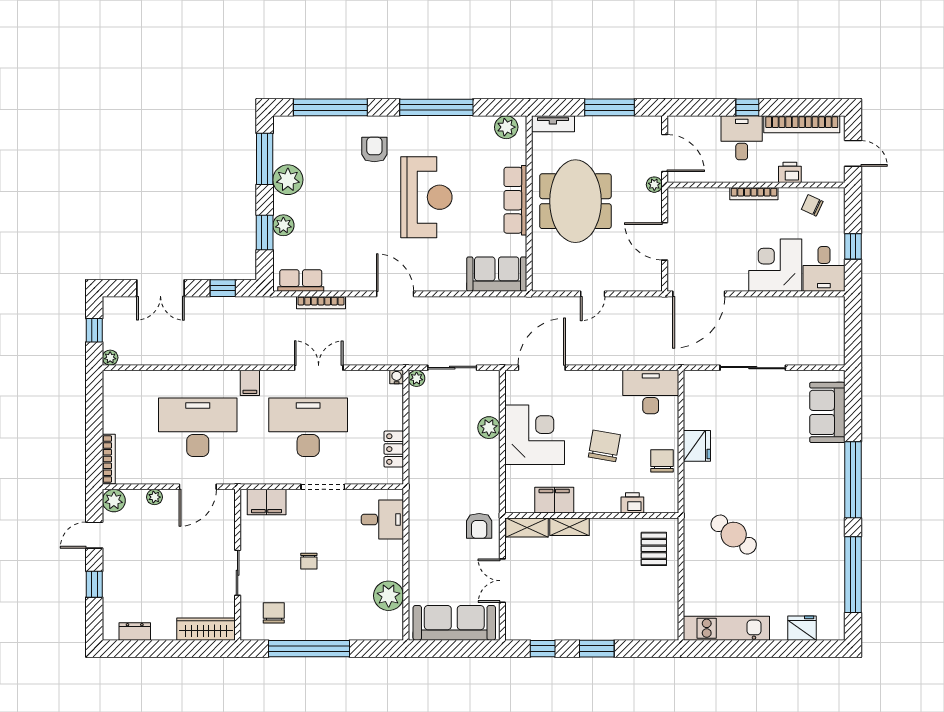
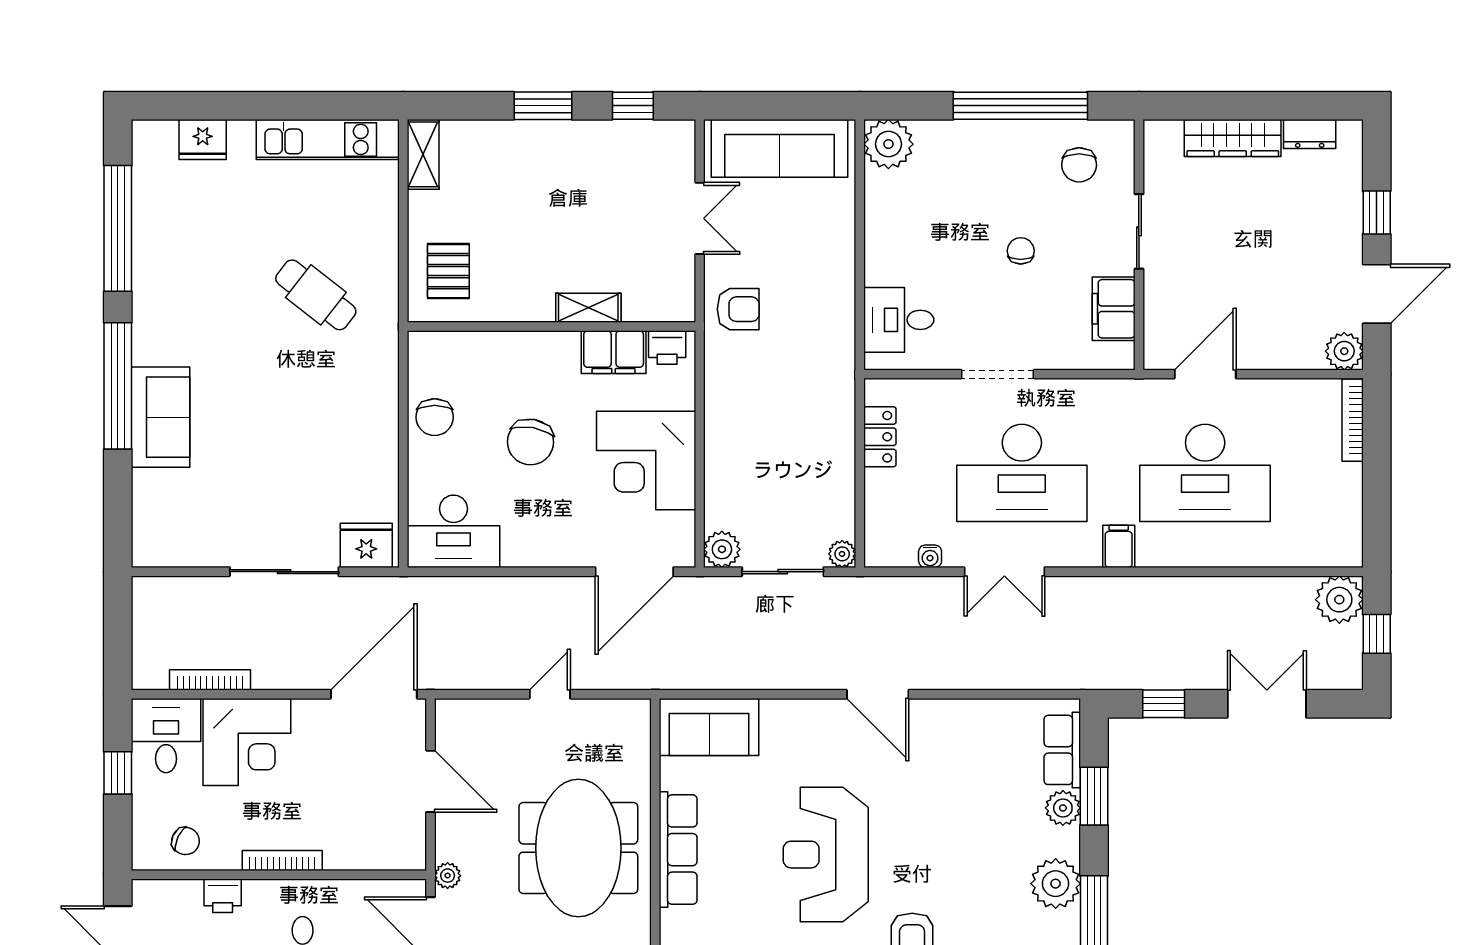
row of seats: (301, 280) -> (1062, 750), moved, turned 90
bookcase: (321, 303) -> (210, 680), moved
plant: (110, 358) -> (1339, 600), width x1.88, depth x1.88
water cooler: (397, 377) -> (930, 556), moved
sofa: (827, 412) -> (161, 417), moved
plant: (489, 428) -> (722, 549), moved
fridge: (697, 446) -> (366, 545), moved, turned 90
plant: (154, 497) -> (1277, 357), removed
filing cabinet: (267, 502) -> (1114, 309), moved, turned -90
printer: (632, 503) -> (667, 347), moved
armchair: (479, 526) -> (738, 309), turned 90
shelving: (527, 527) -> (423, 154), moved, turned 90
door: (94, 535) -> (1377, 294), width x1.38
plant: (389, 596) -> (888, 144), moved
wardrobe: (206, 629) -> (1233, 138), moved

